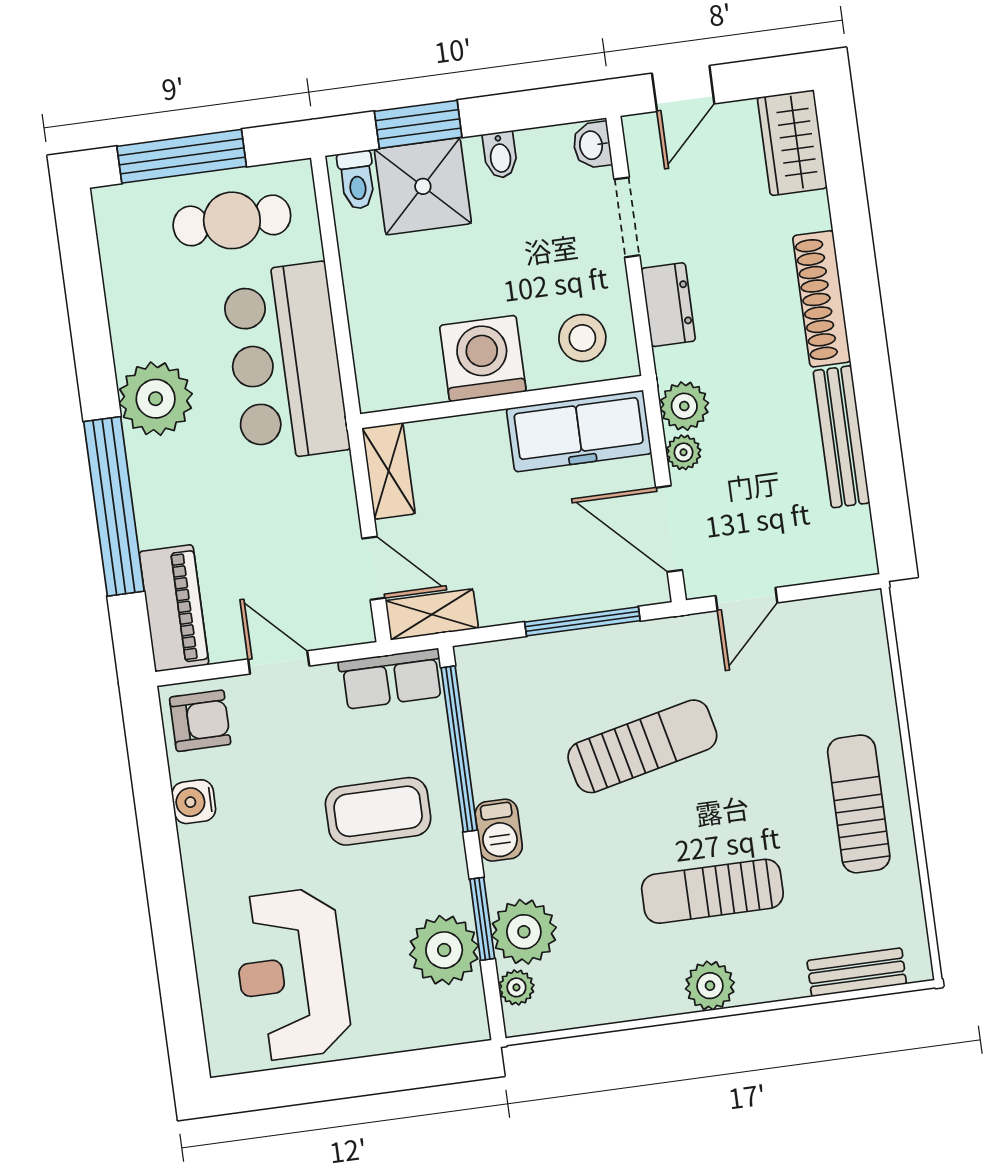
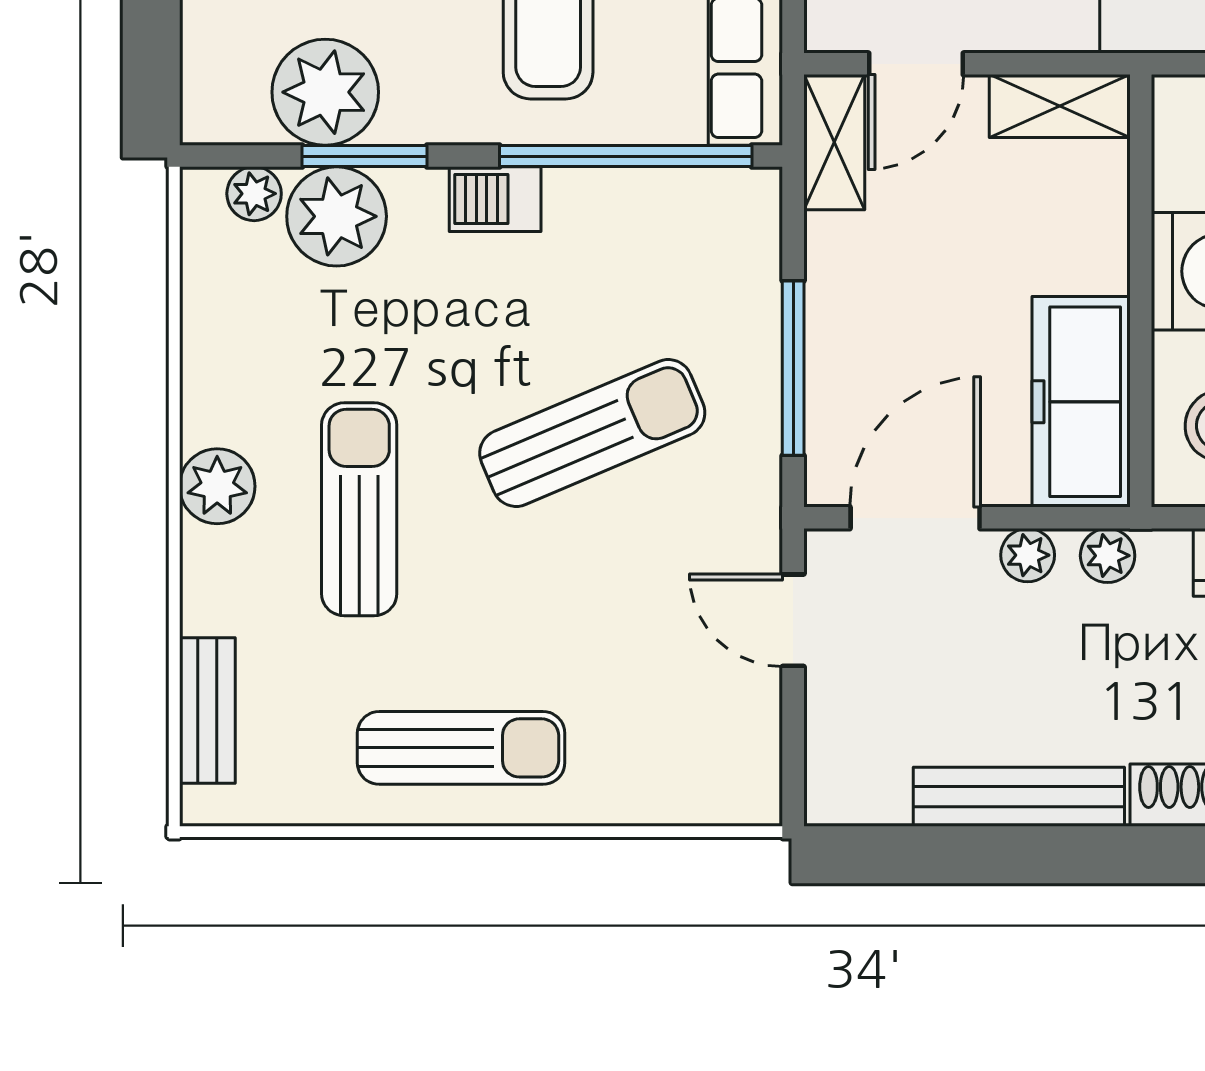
plant: (684, 406) -> (1108, 556), width x0.73, depth x0.73
sun lounger: (642, 746) -> (592, 433), turned -100

